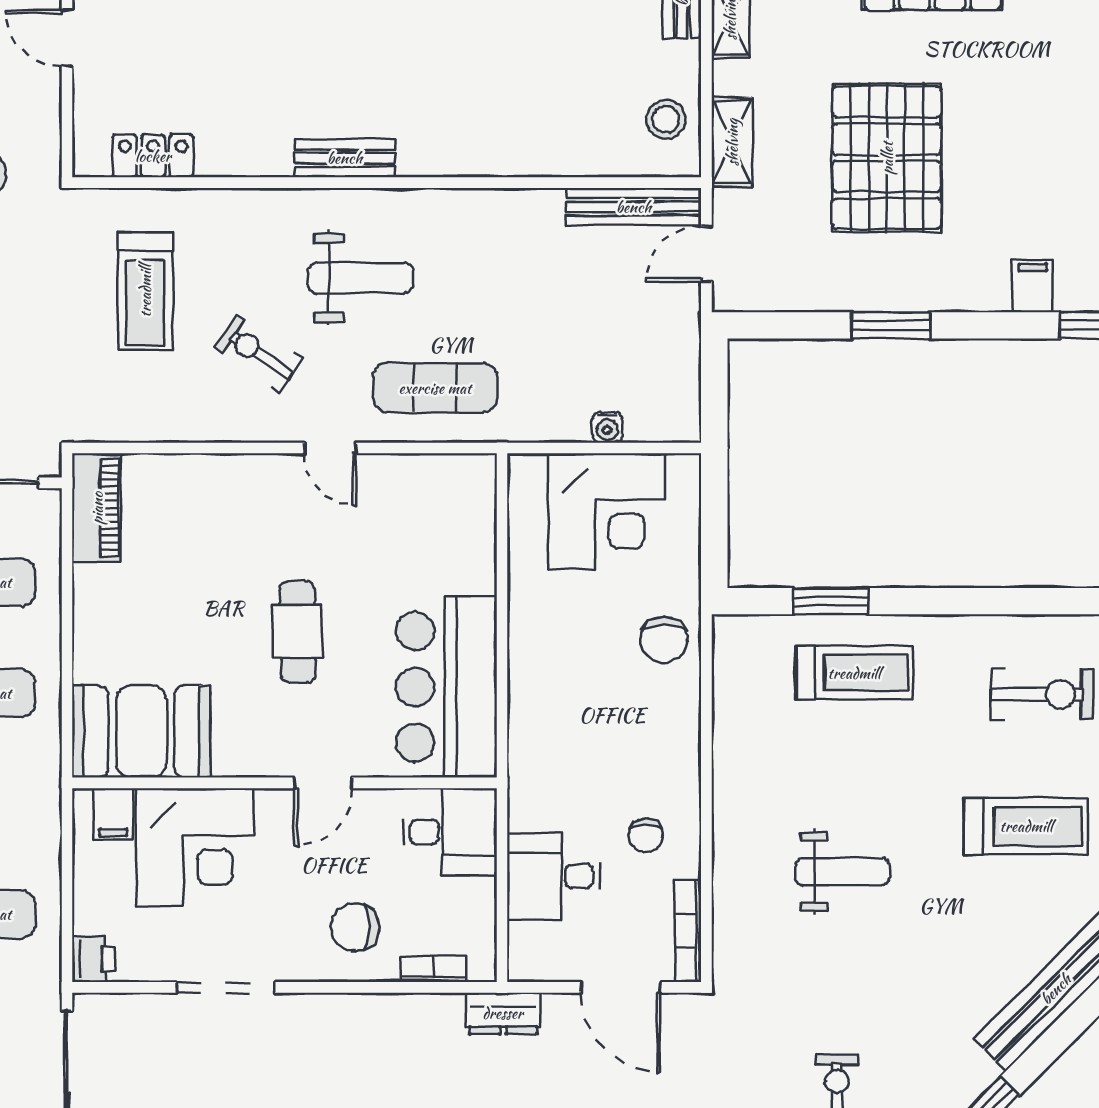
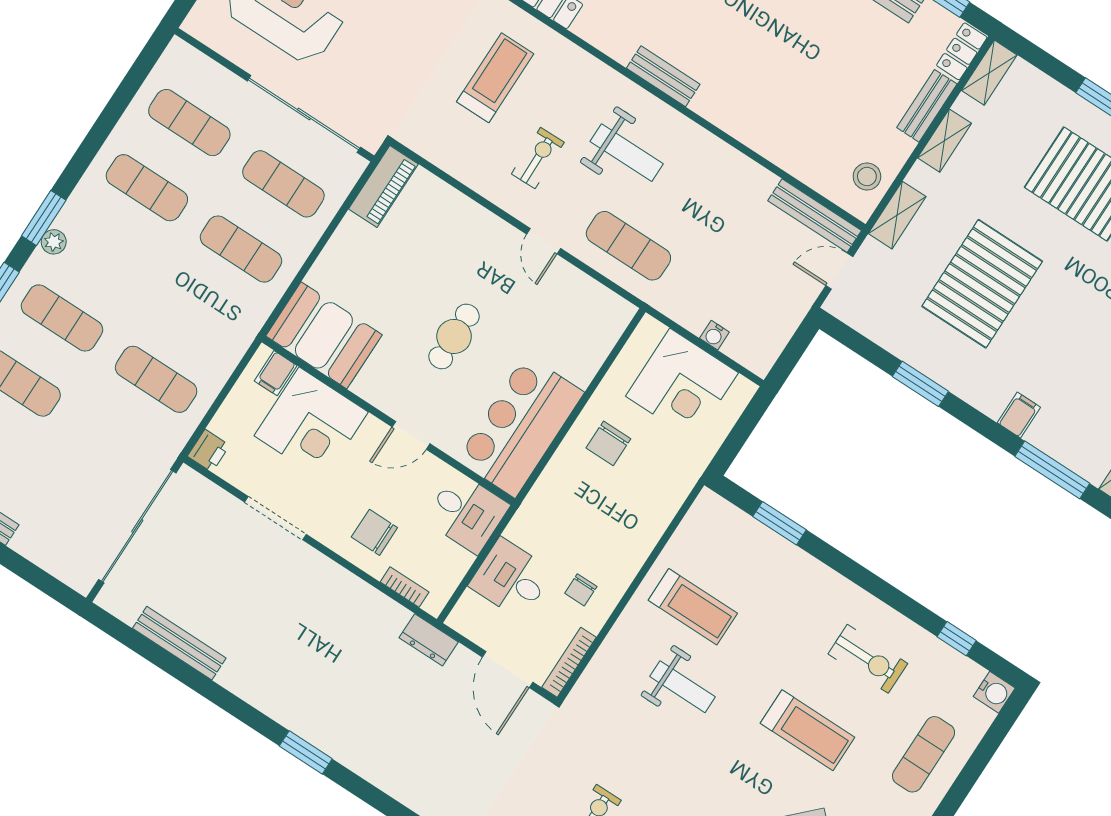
treadmill: (145, 291) -> (495, 78), turned 180
exercise bike: (259, 353) -> (538, 158), turned 55
chair: (664, 640) -> (608, 443), moved
treadmill: (854, 673) -> (693, 607), moved

